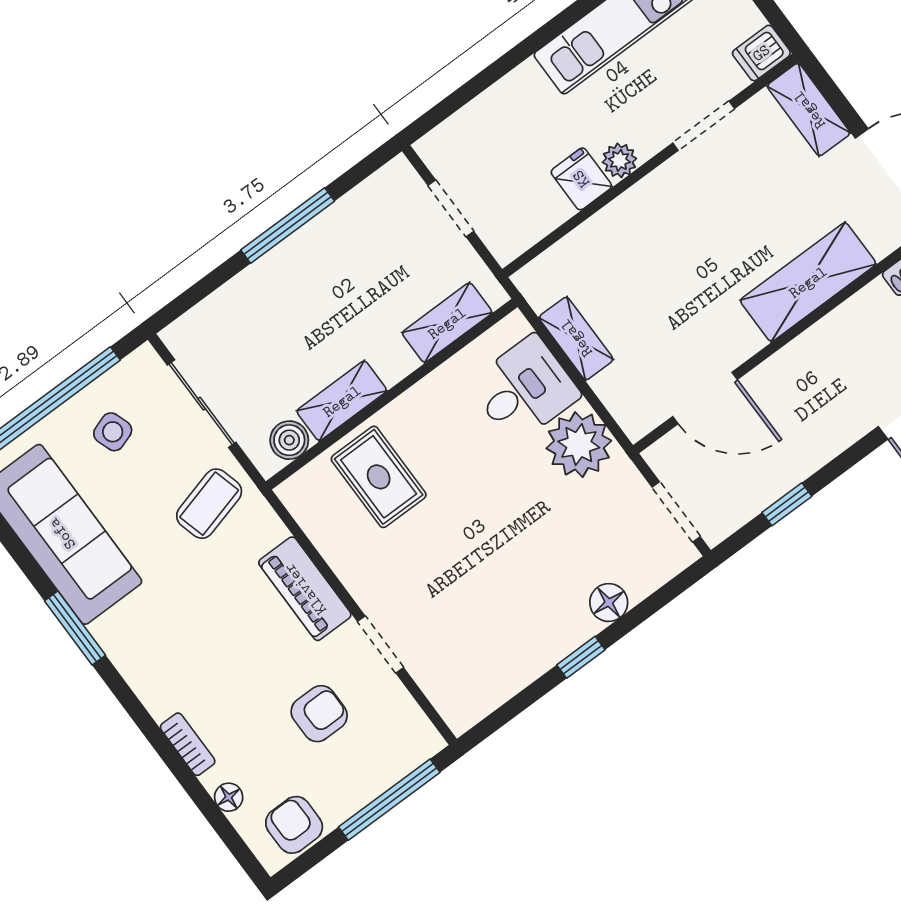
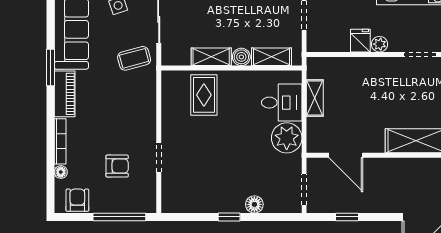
boiler: (289, 440) -> (241, 57), moved
piano: (305, 589) -> (65, 94), moved, turned 180
bookcase: (188, 744) -> (60, 141), width x1.56

